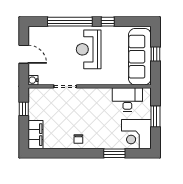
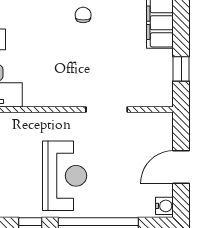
door: (24, 54) -> (181, 167), hinge flipped
water cooler: (33, 80) -> (164, 206), moved

